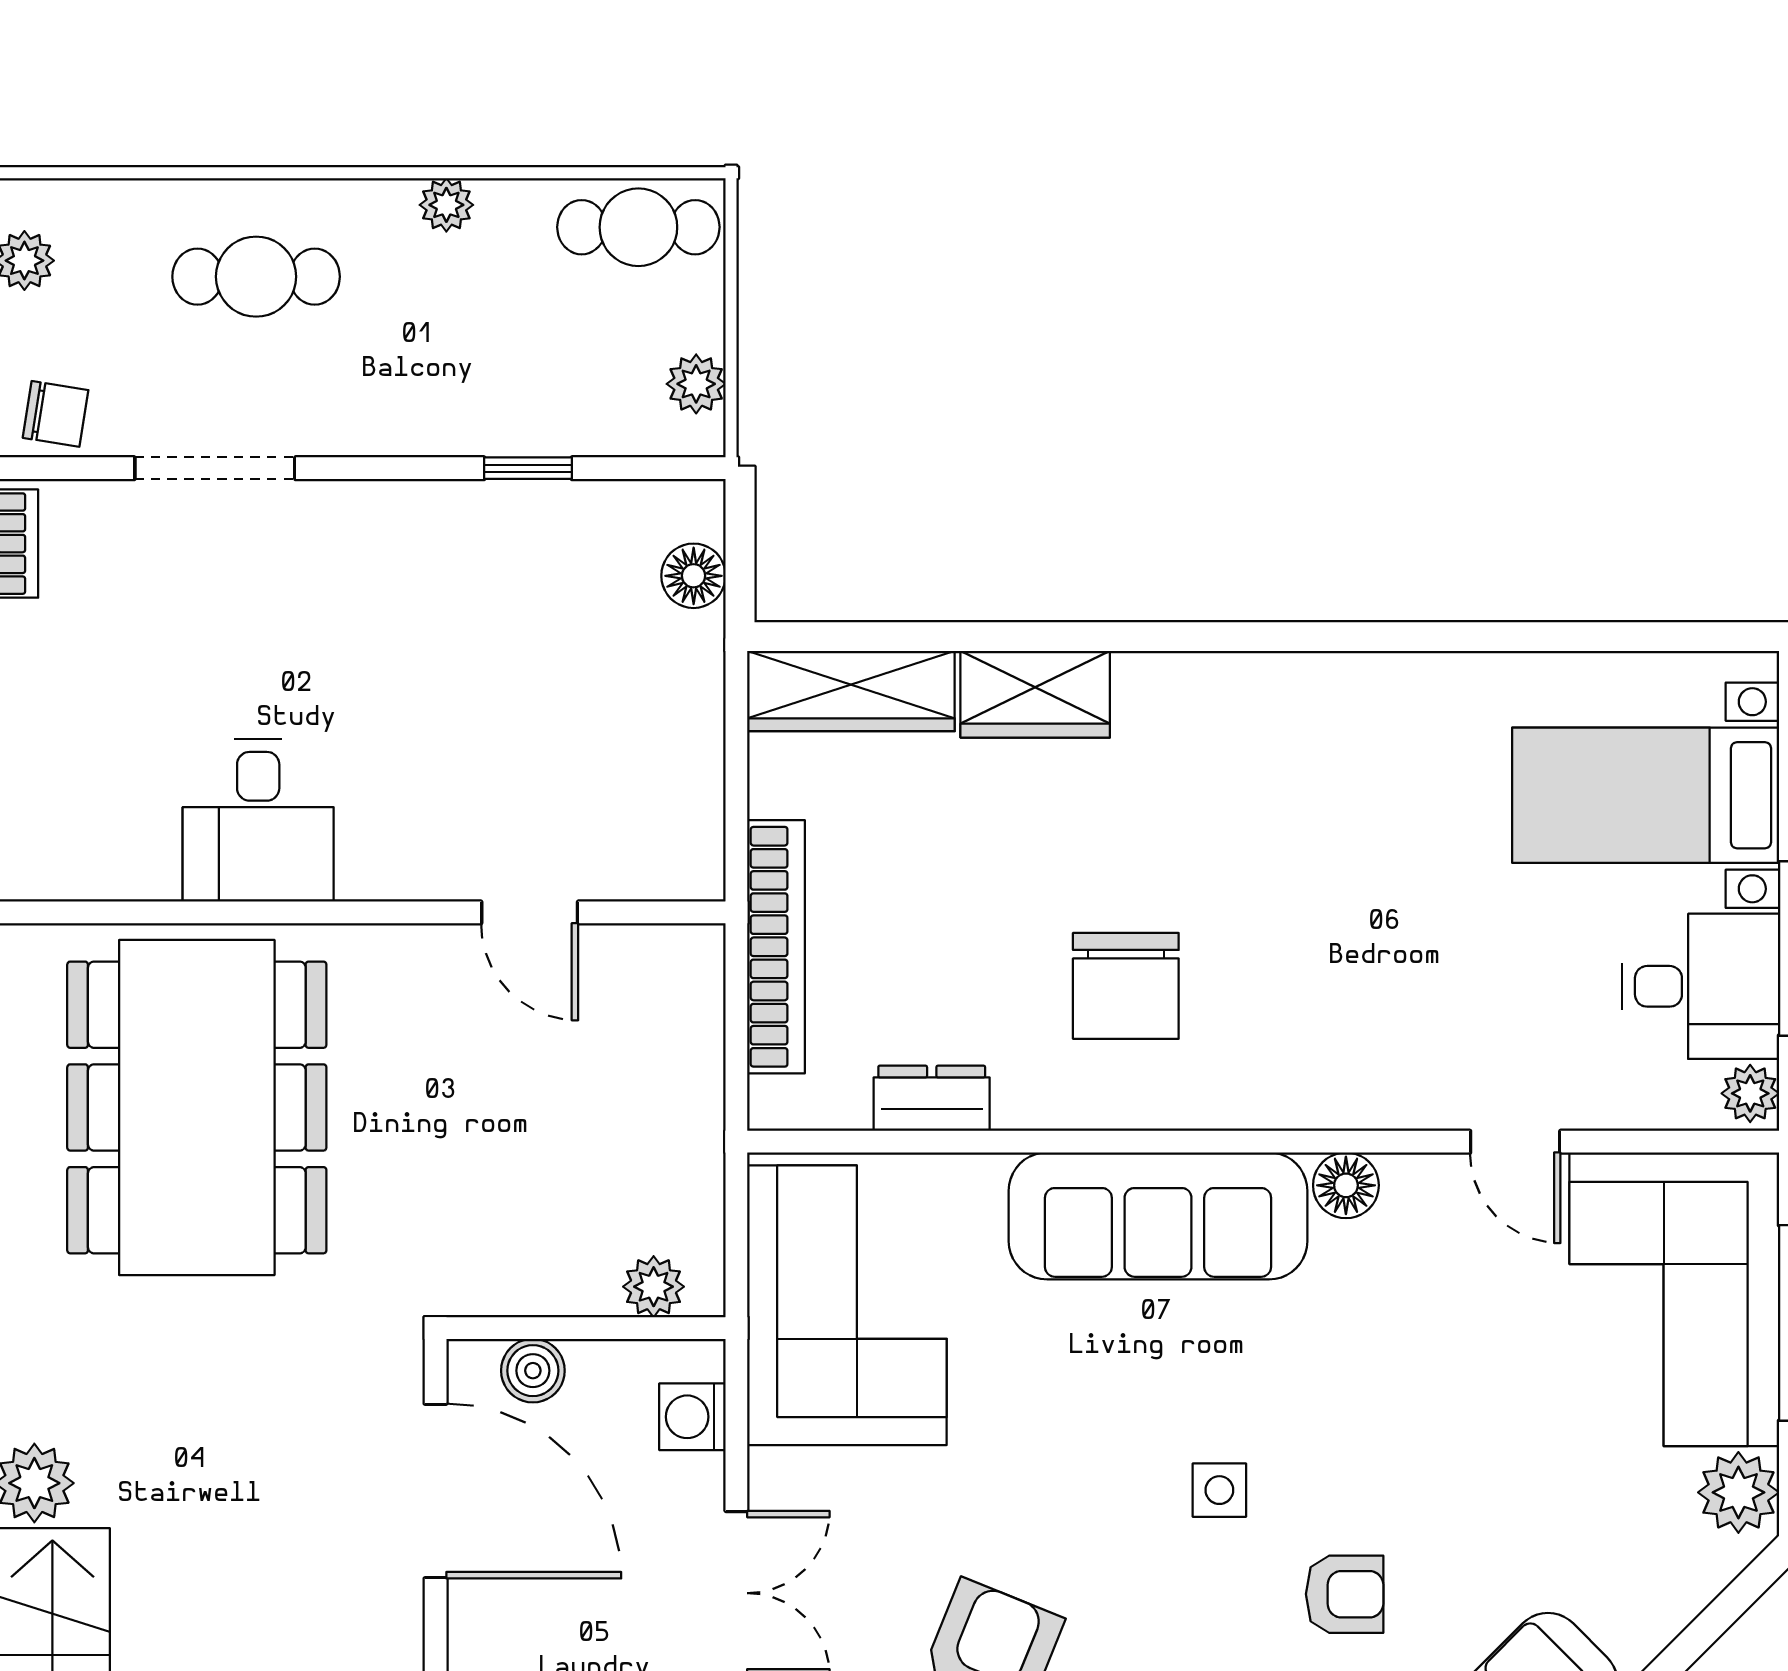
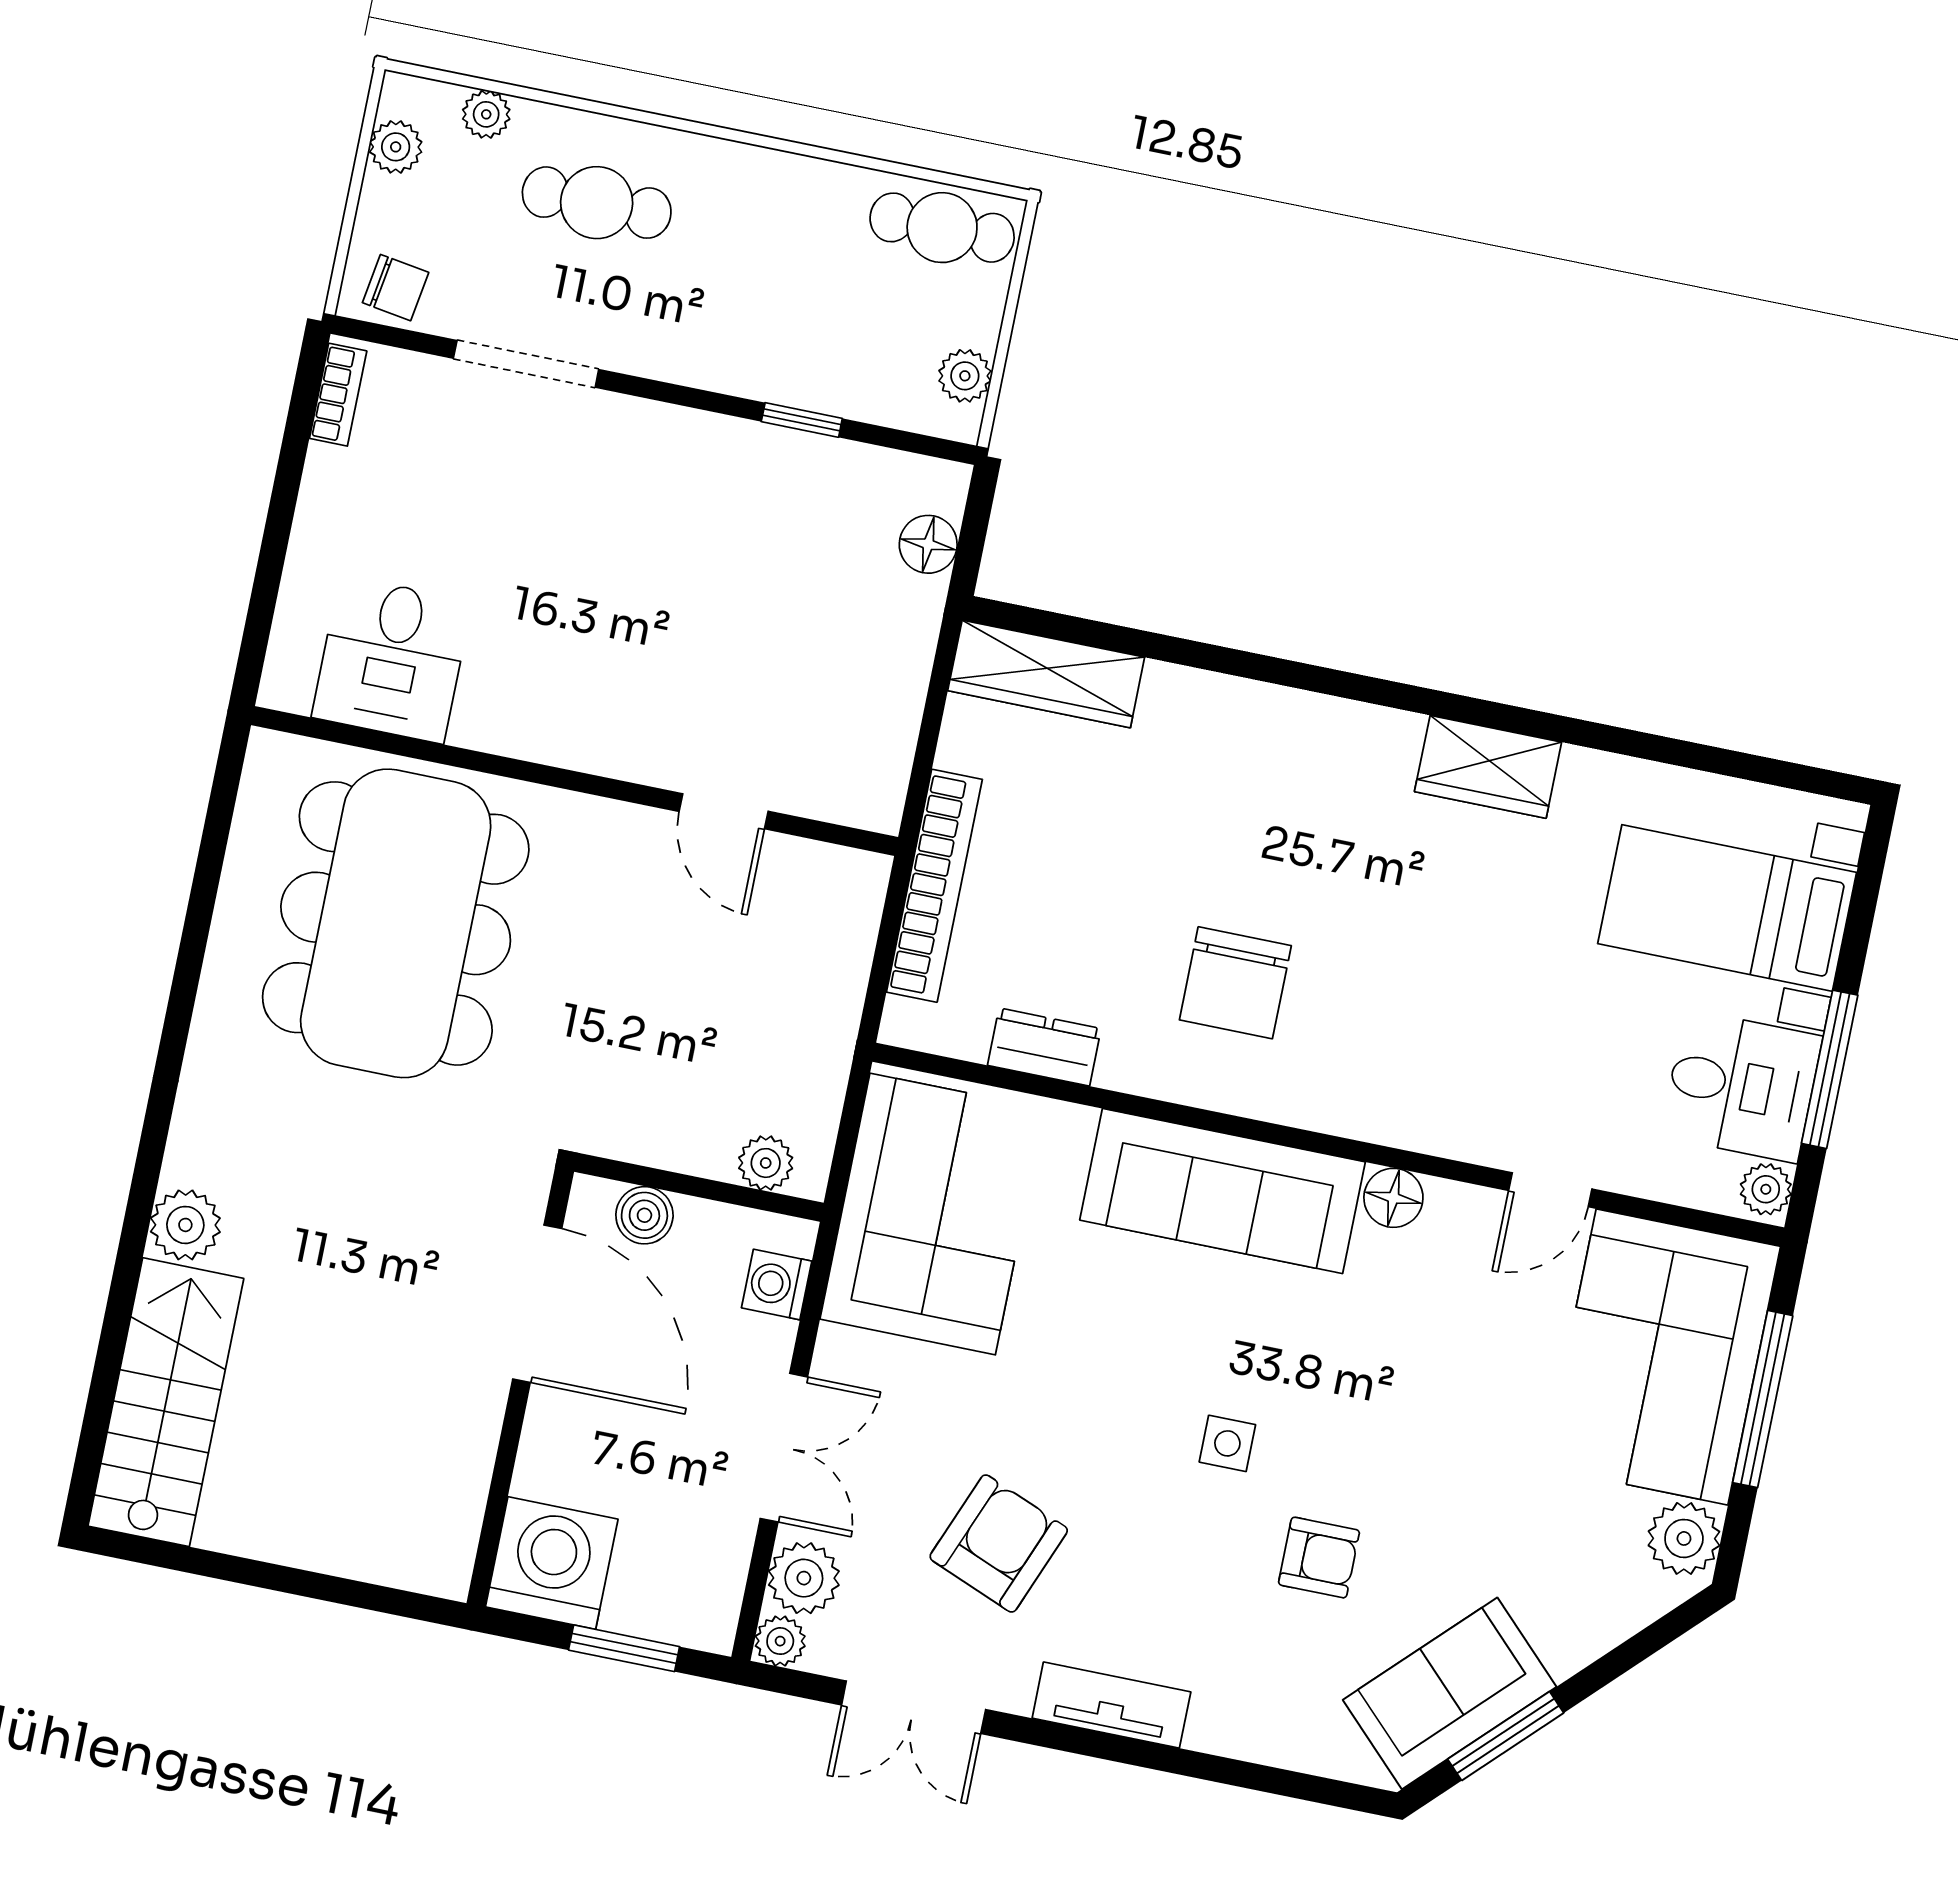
plant: (446, 205) -> (486, 114), moved
wardrobe: (1035, 694) -> (1488, 767), moved
desk: (258, 820) -> (392, 659), moved
door: (1515, 1142) -> (1550, 1190), hinge flipped

